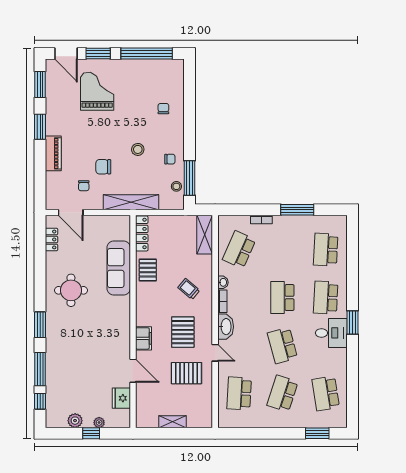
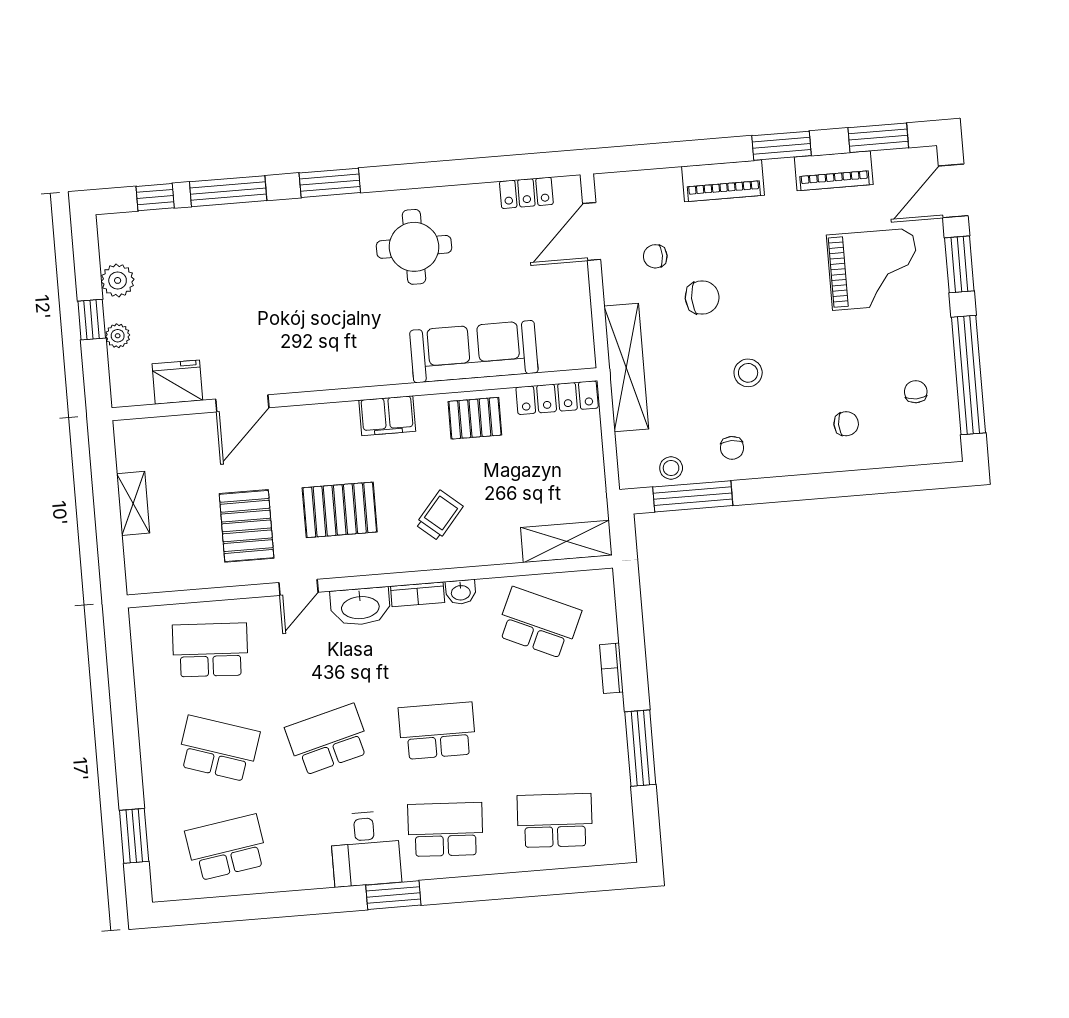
chair: (152, 77) -> (916, 392), added
piano: (53, 105) -> (834, 171), added
chair: (103, 167) -> (702, 297), turned 90
filing cabinet: (144, 338) -> (387, 416), moved

